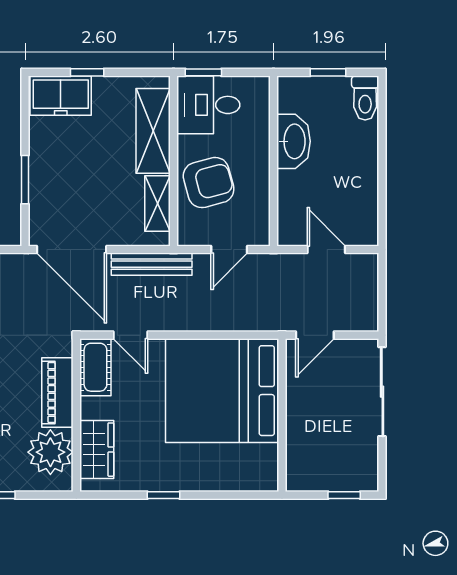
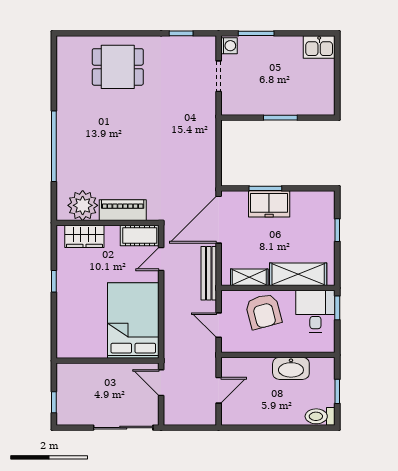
freezer: (61, 96) -> (269, 204), moved, turned -90
bed: (222, 391) -> (133, 320), width x0.73

